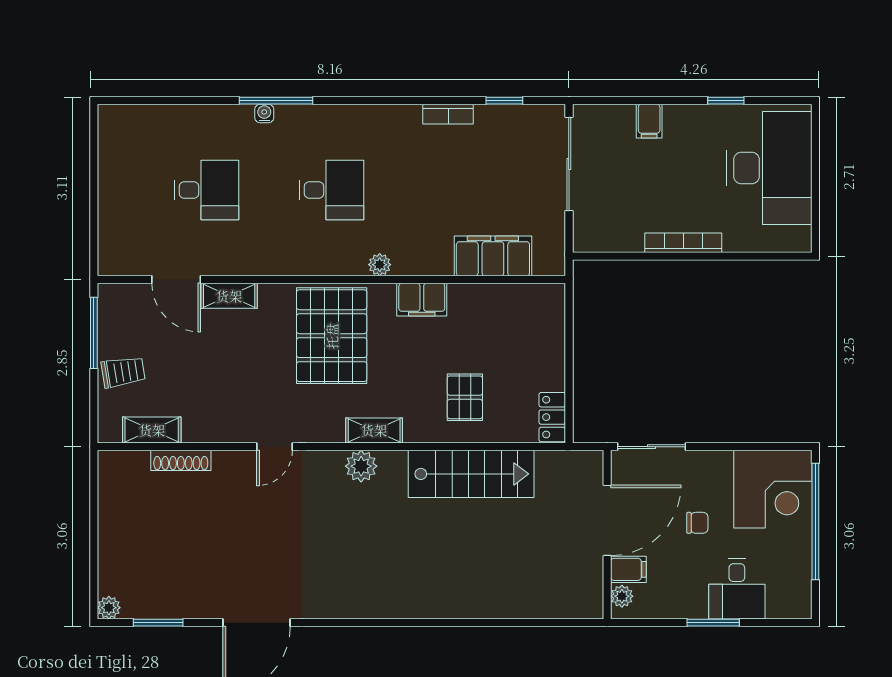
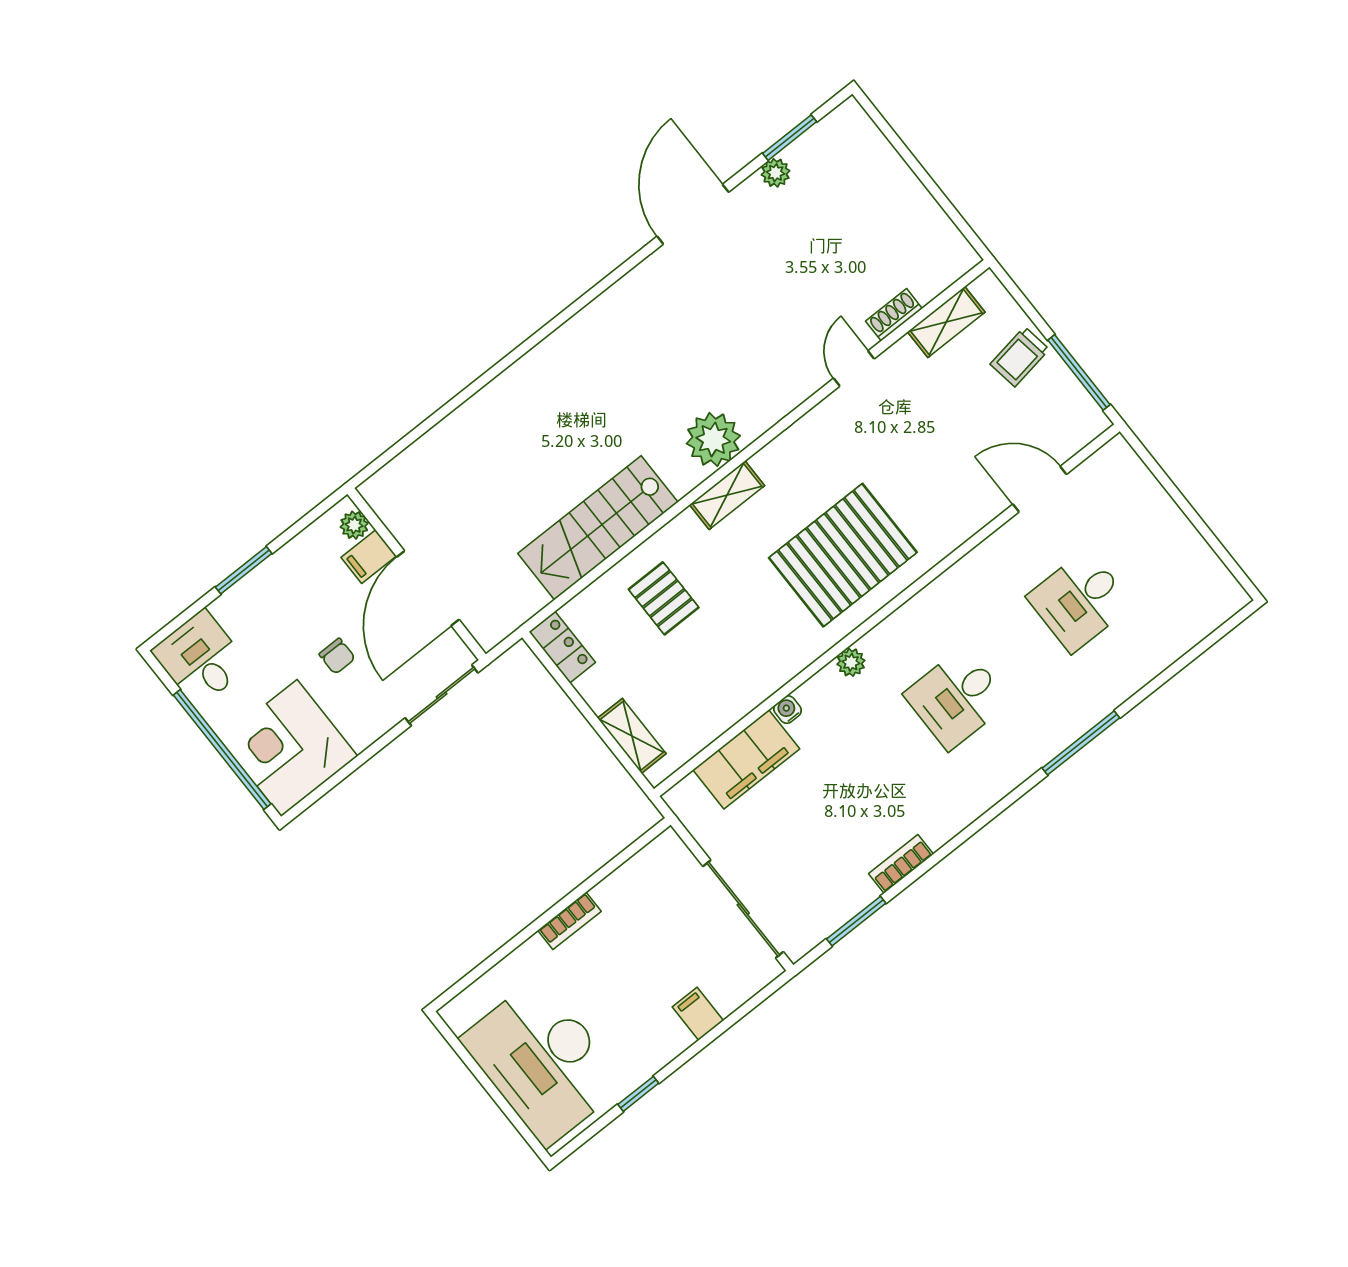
window: (504, 101) -> (856, 921), width x1.50
water cooler: (264, 113) -> (788, 710), moved, turned 180
bookcase: (683, 243) -> (569, 921), width x0.64
shelving: (229, 296) -> (632, 736), moved, turned 90
filing cabinet: (422, 300) -> (782, 661), removed
pallet: (332, 336) -> (843, 555), turned 90
door: (274, 447) -> (854, 368), moved
shoe rack: (181, 460) -> (894, 315), width x0.70
plant: (361, 466) -> (713, 440), width x1.36, depth x1.36
chair: (697, 523) -> (337, 656), turned -90
desk: (737, 589) -> (201, 659), moved
plant: (109, 608) -> (776, 173), moved

